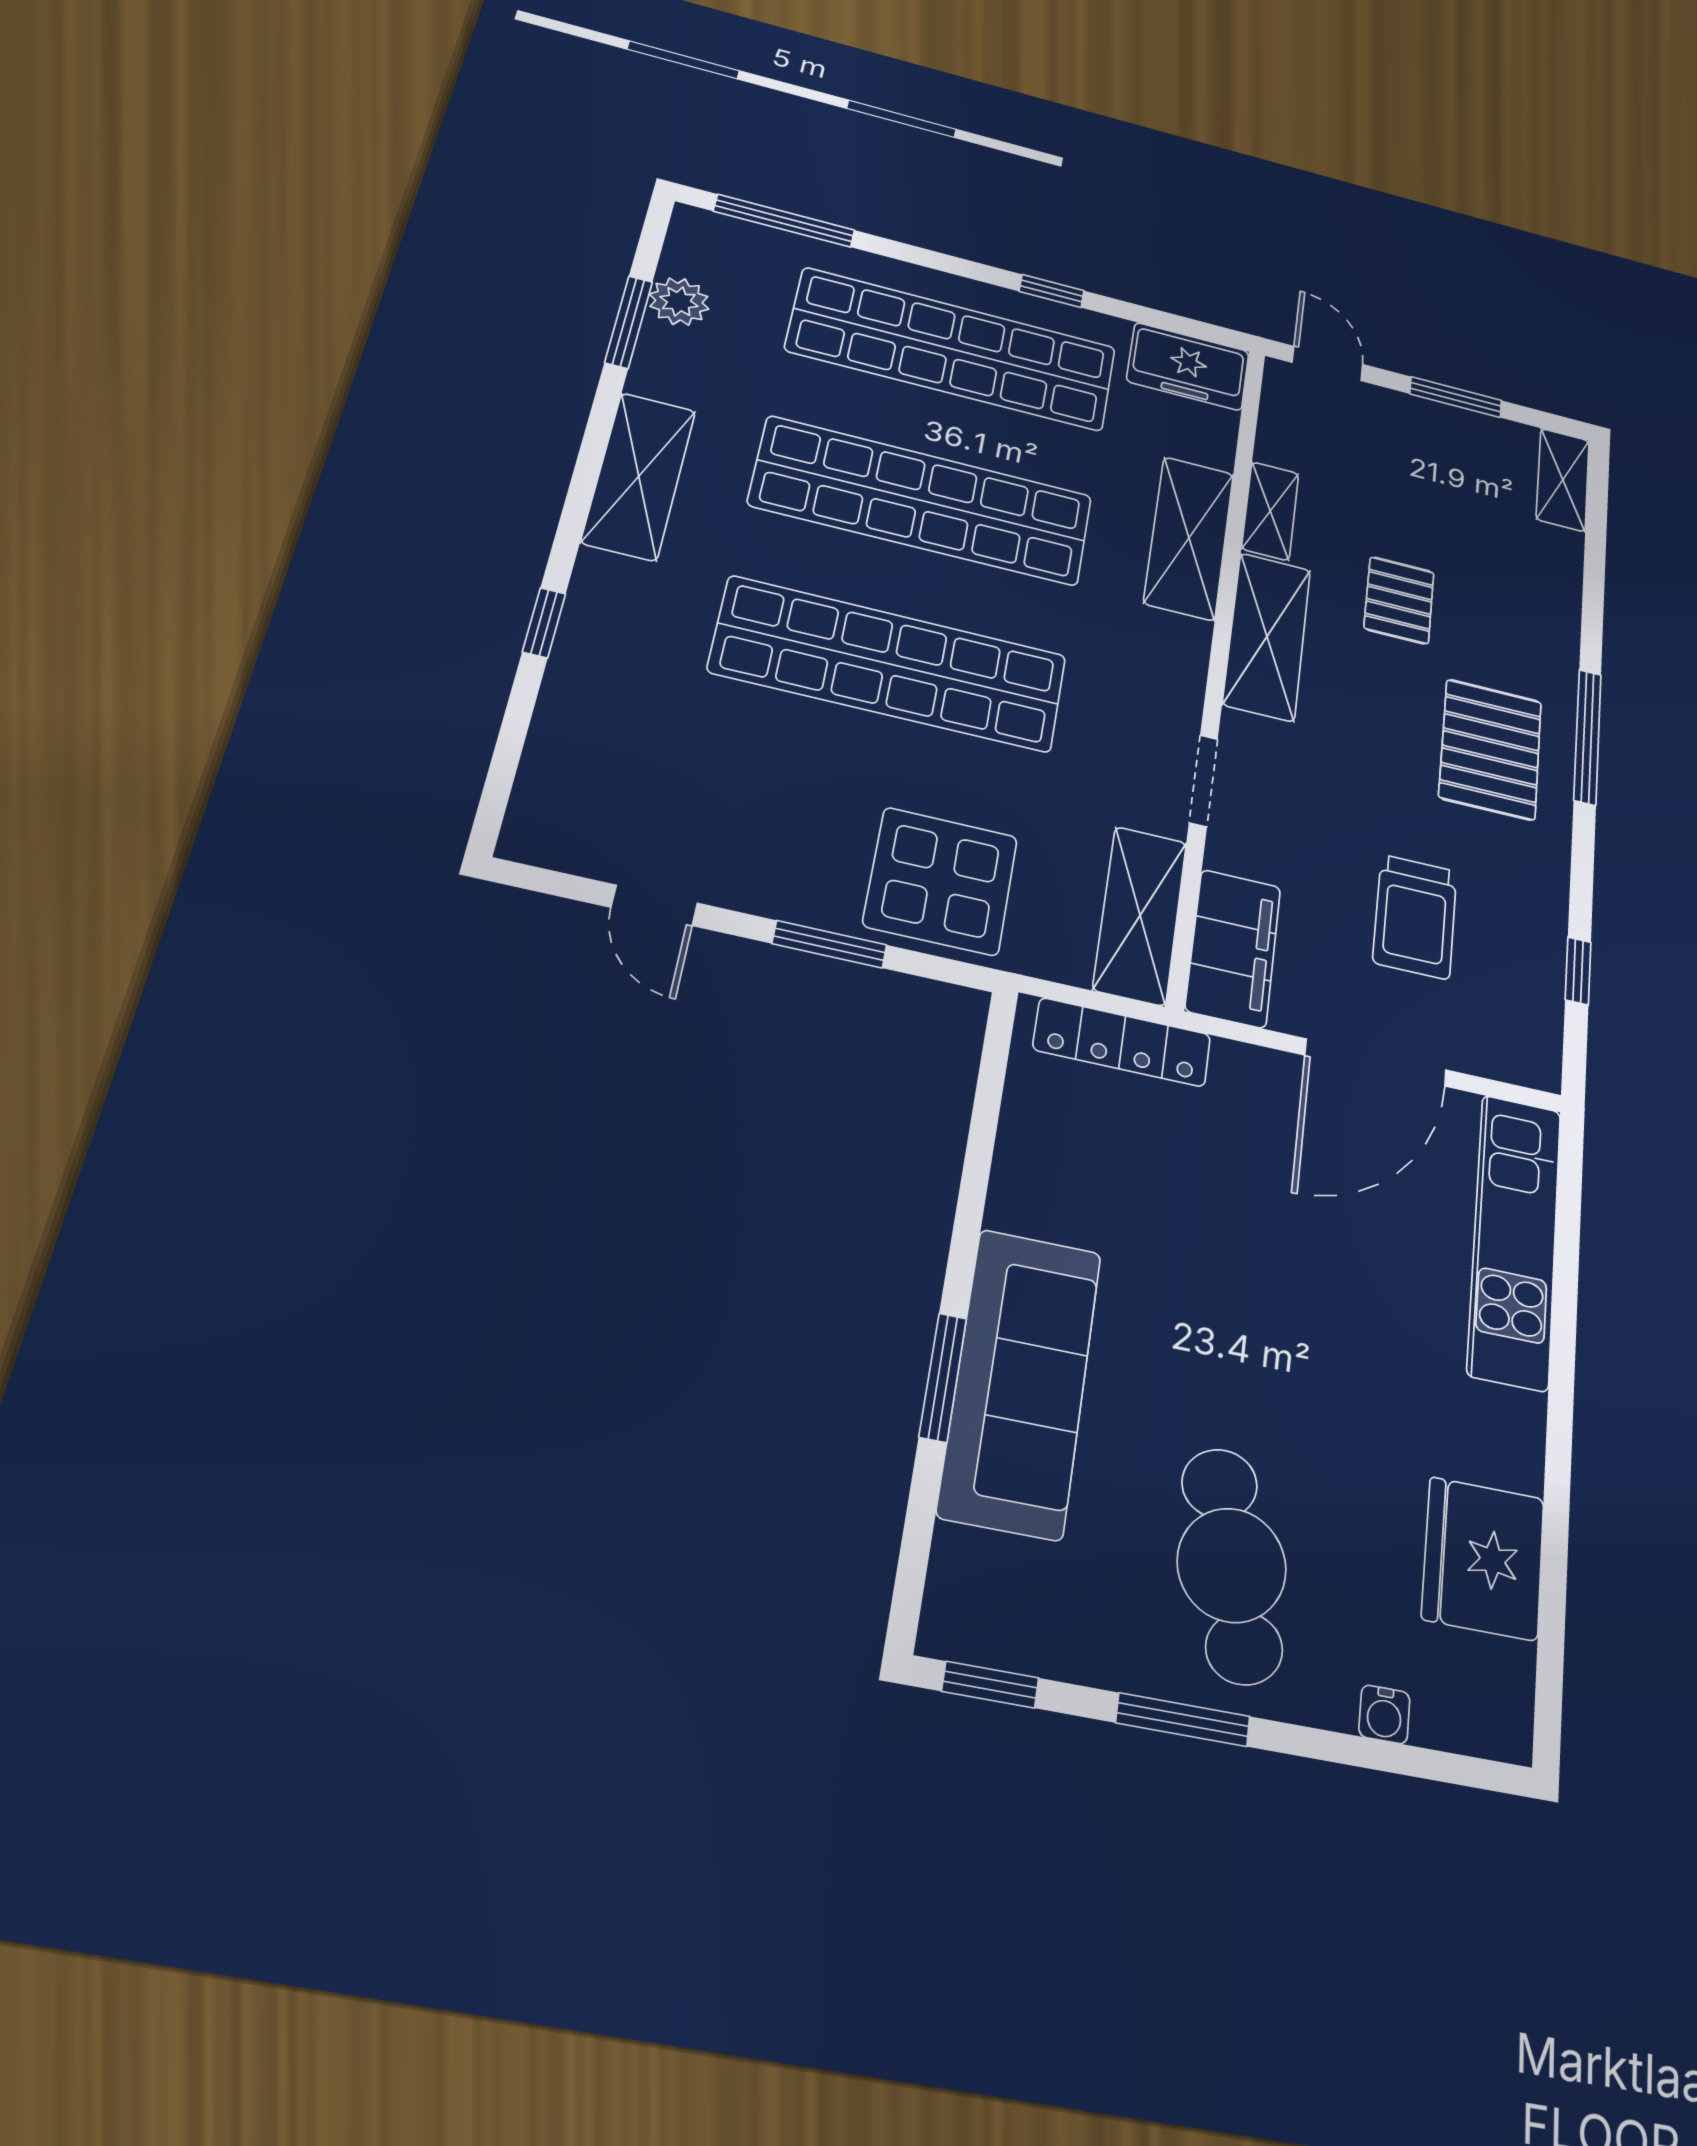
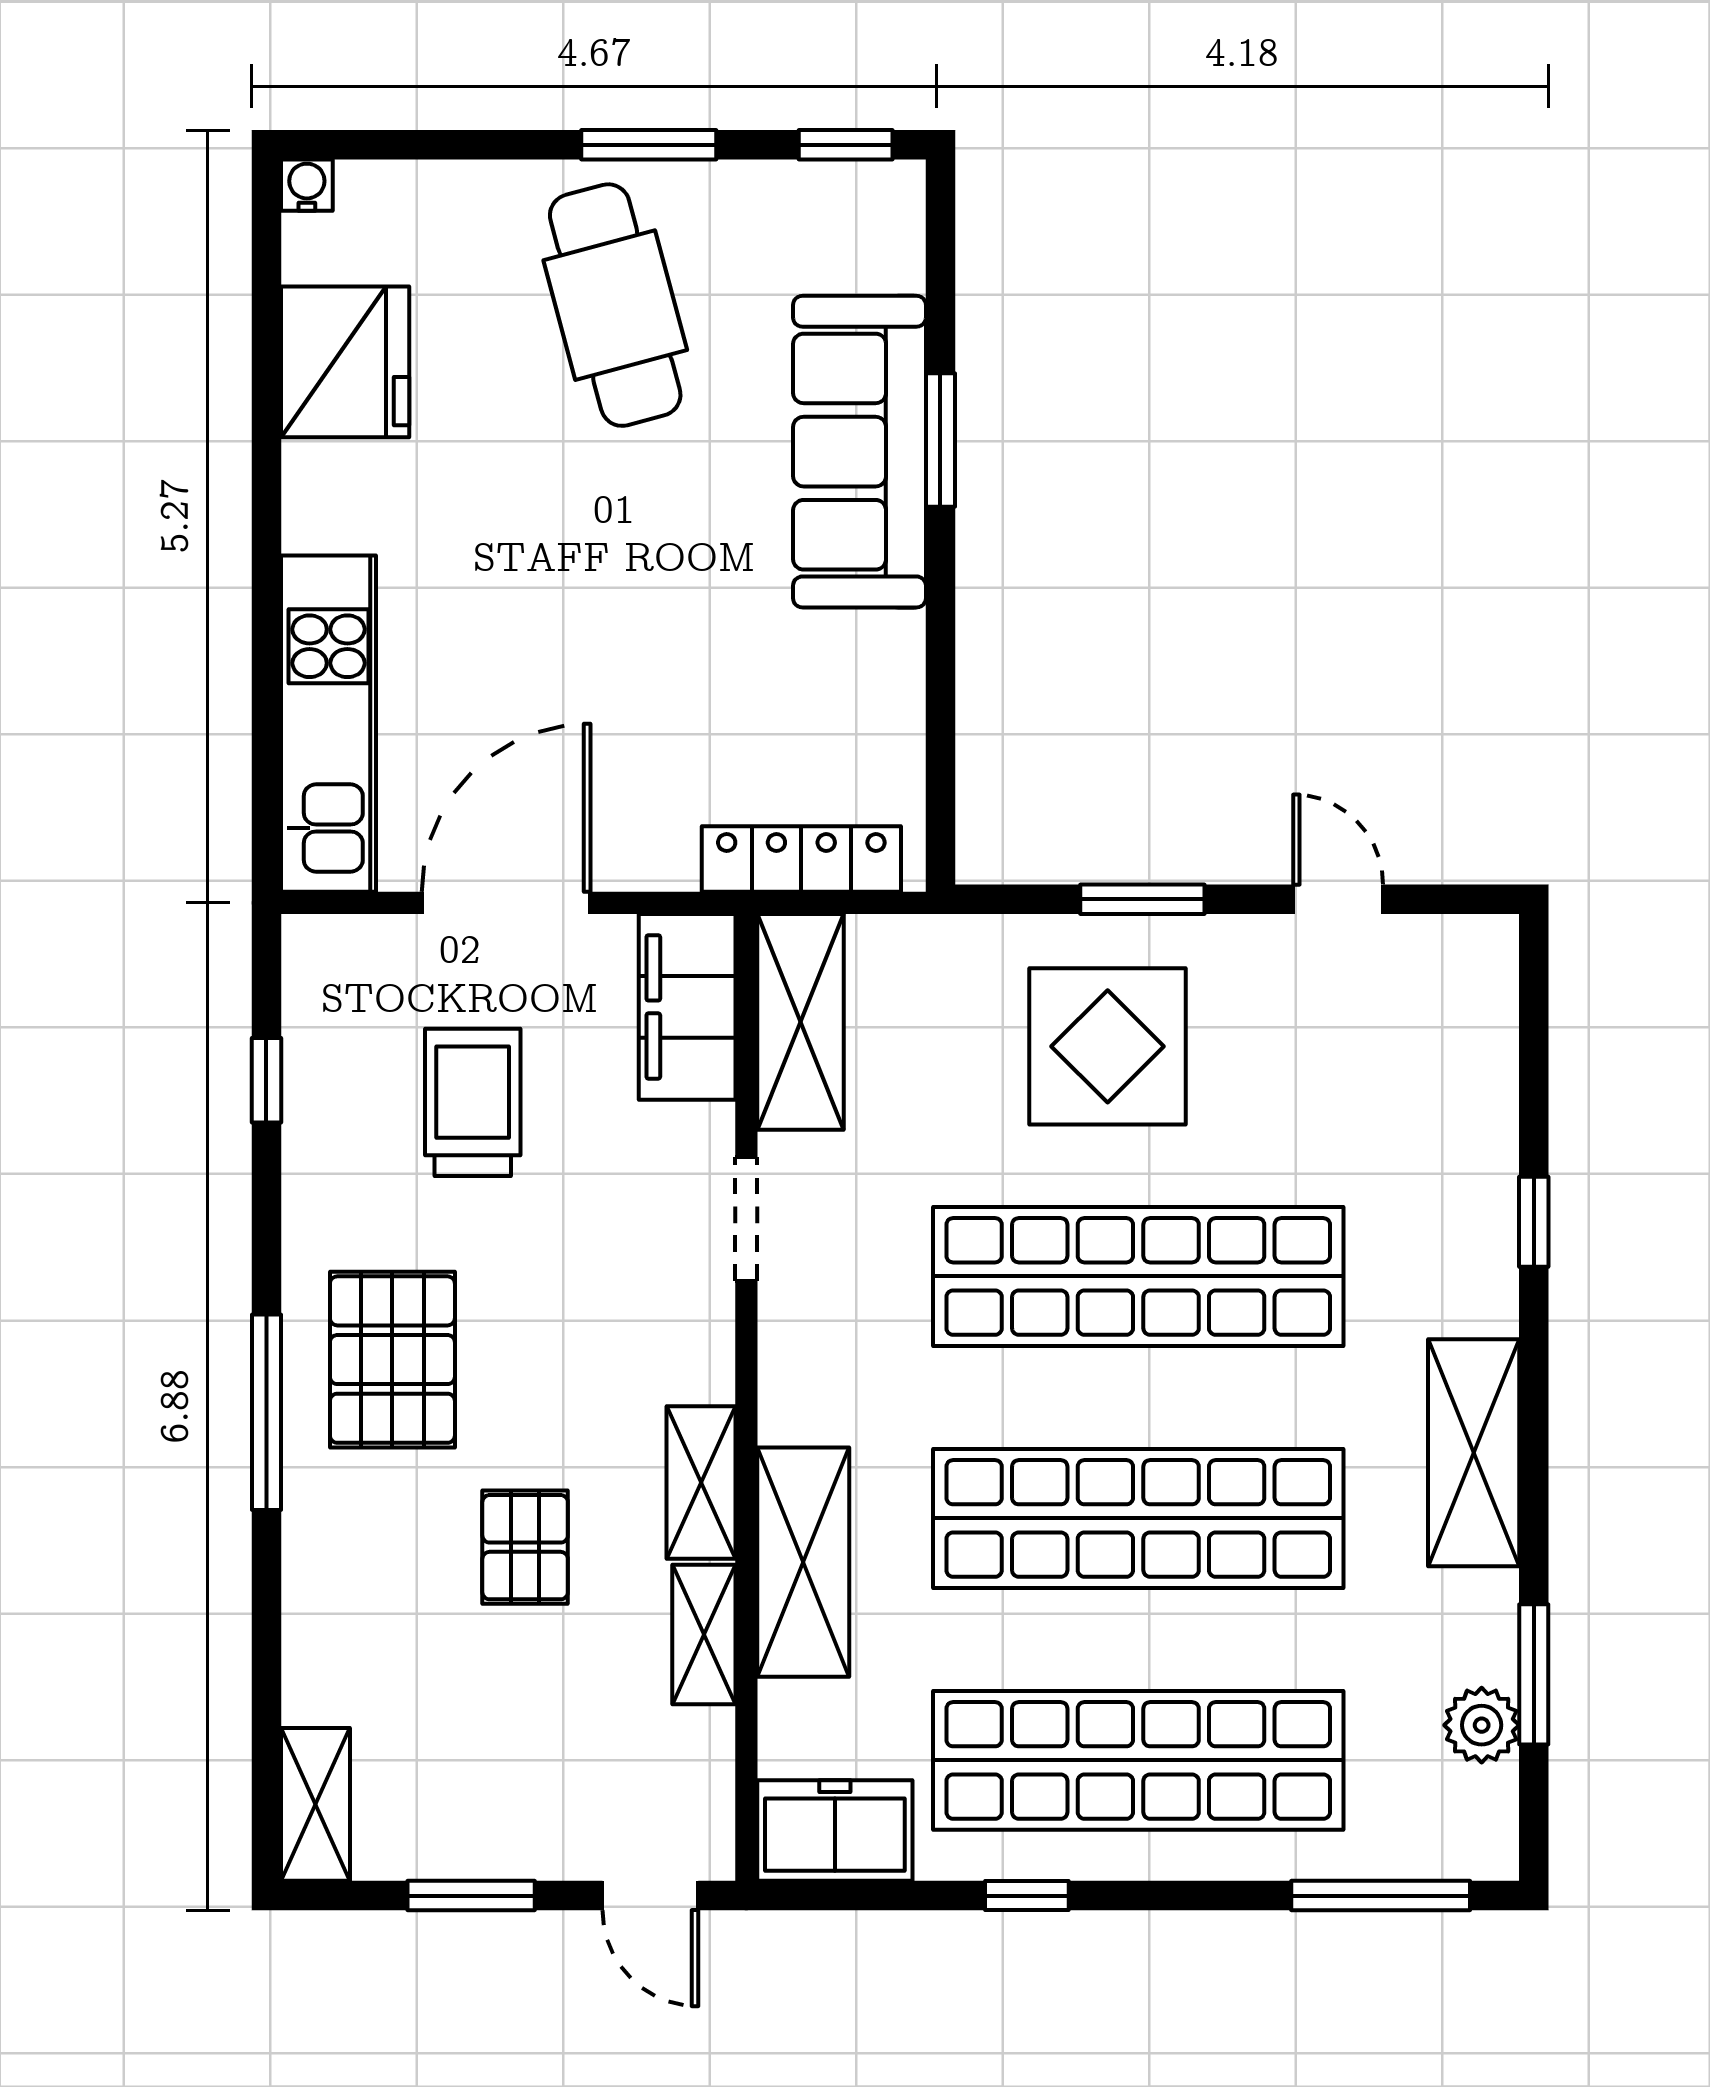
shelving: (1267, 637) -> (701, 1482), width x0.67, depth x0.75
display table: (941, 881) -> (1108, 1046), moved
water cooler: (1384, 1714) -> (307, 185), moved

